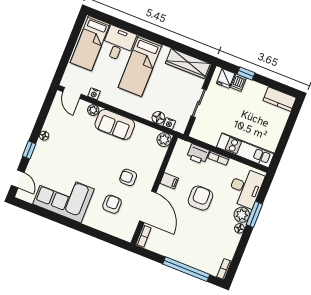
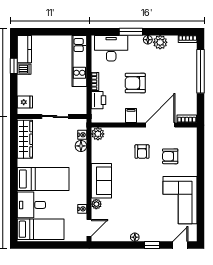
window: (246, 73) -> (14, 66), moved
dishwasher: (238, 83) -> (24, 69), moved
plant: (242, 215) -> (160, 42), moved

